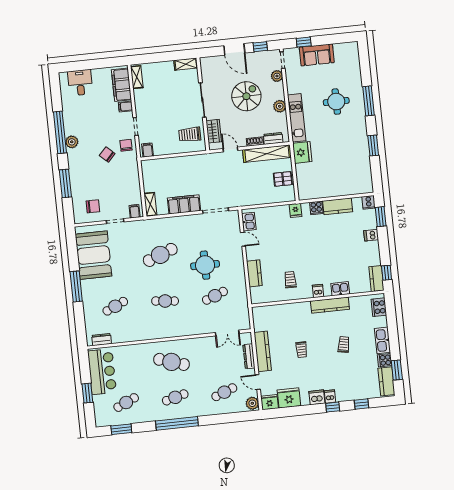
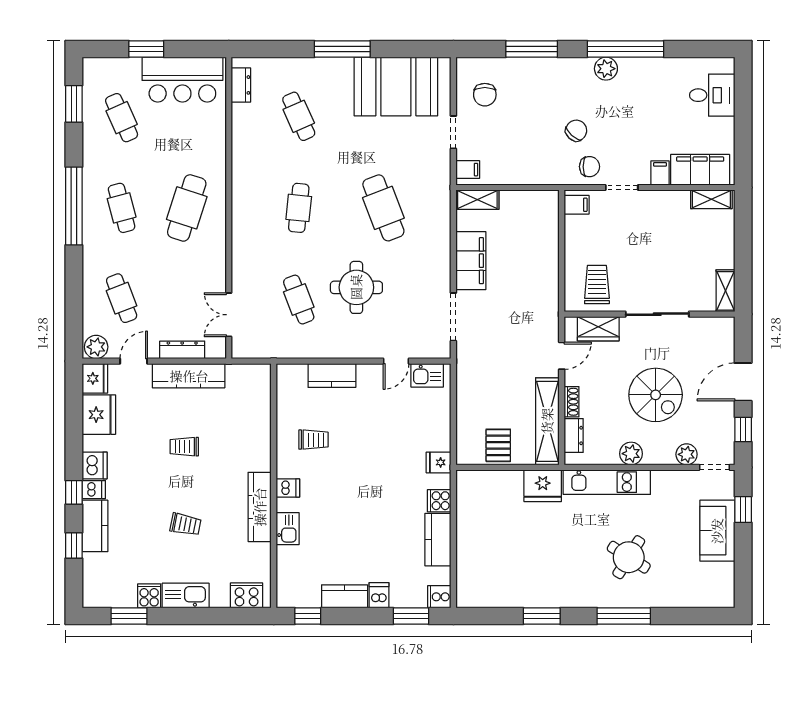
round table: (336, 102) -> (629, 557), turned 32
kitchen counter: (376, 279) -> (345, 596), moved
kitchen counter: (386, 381) -> (95, 526), moved, turned 90

